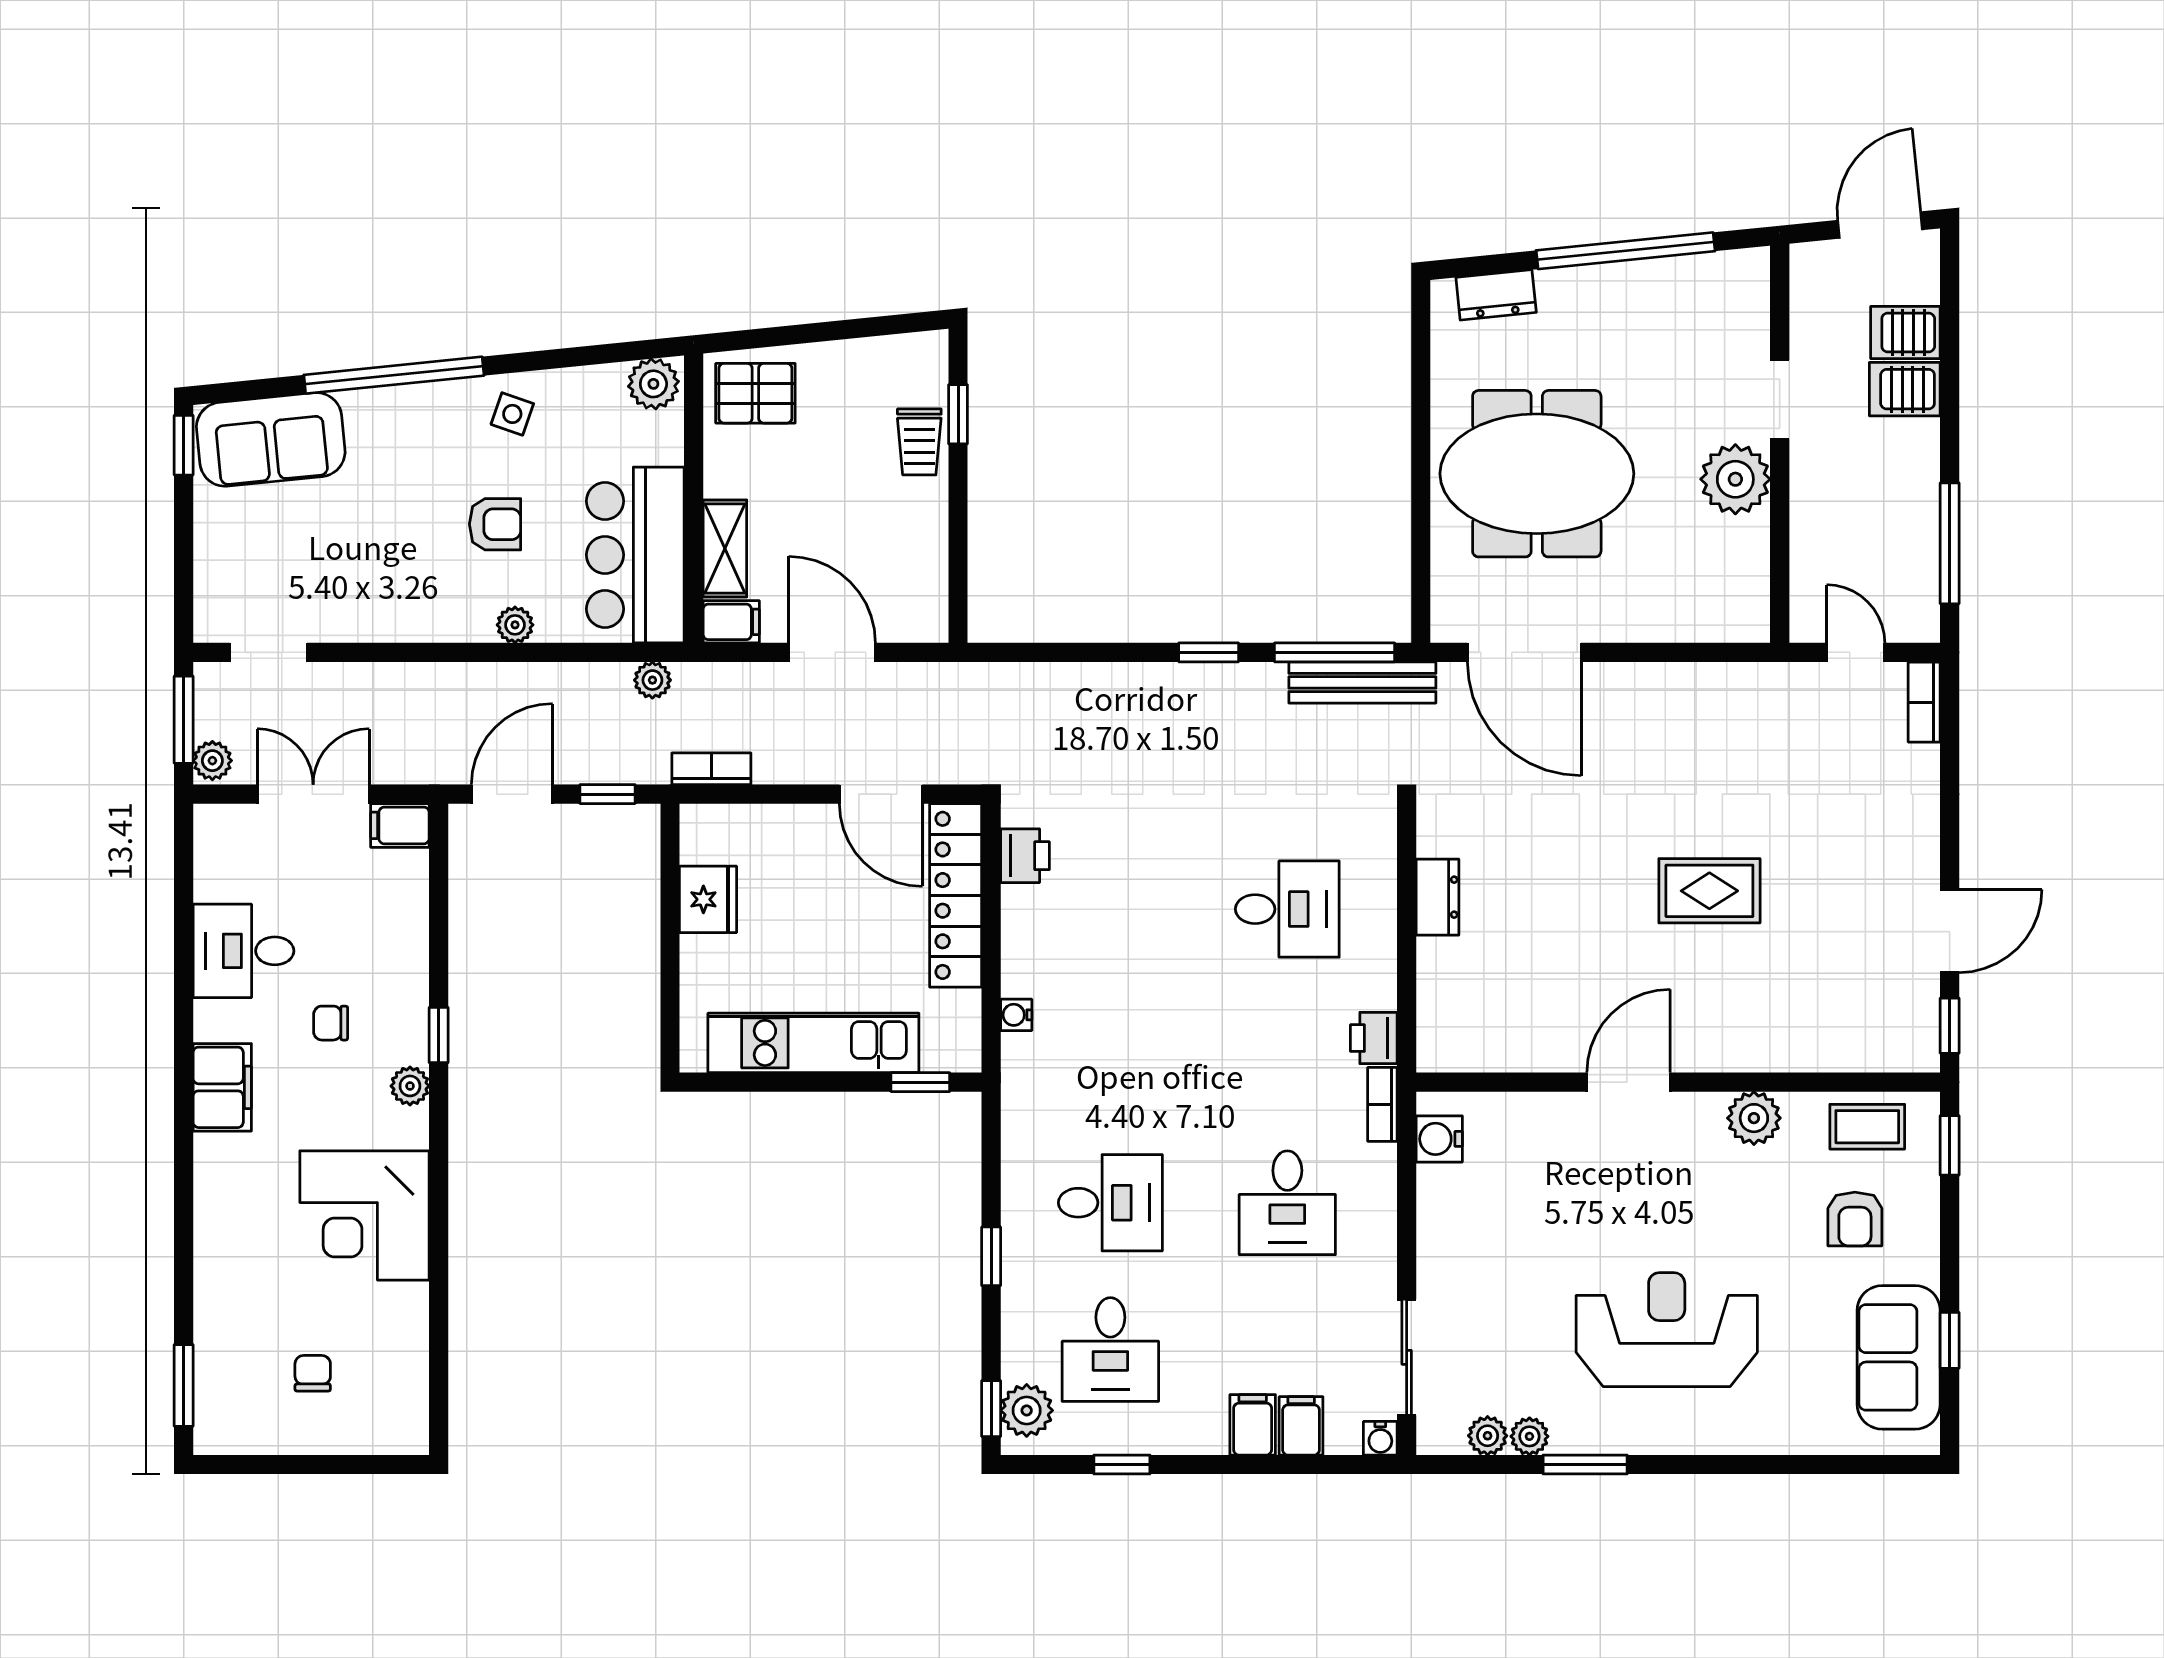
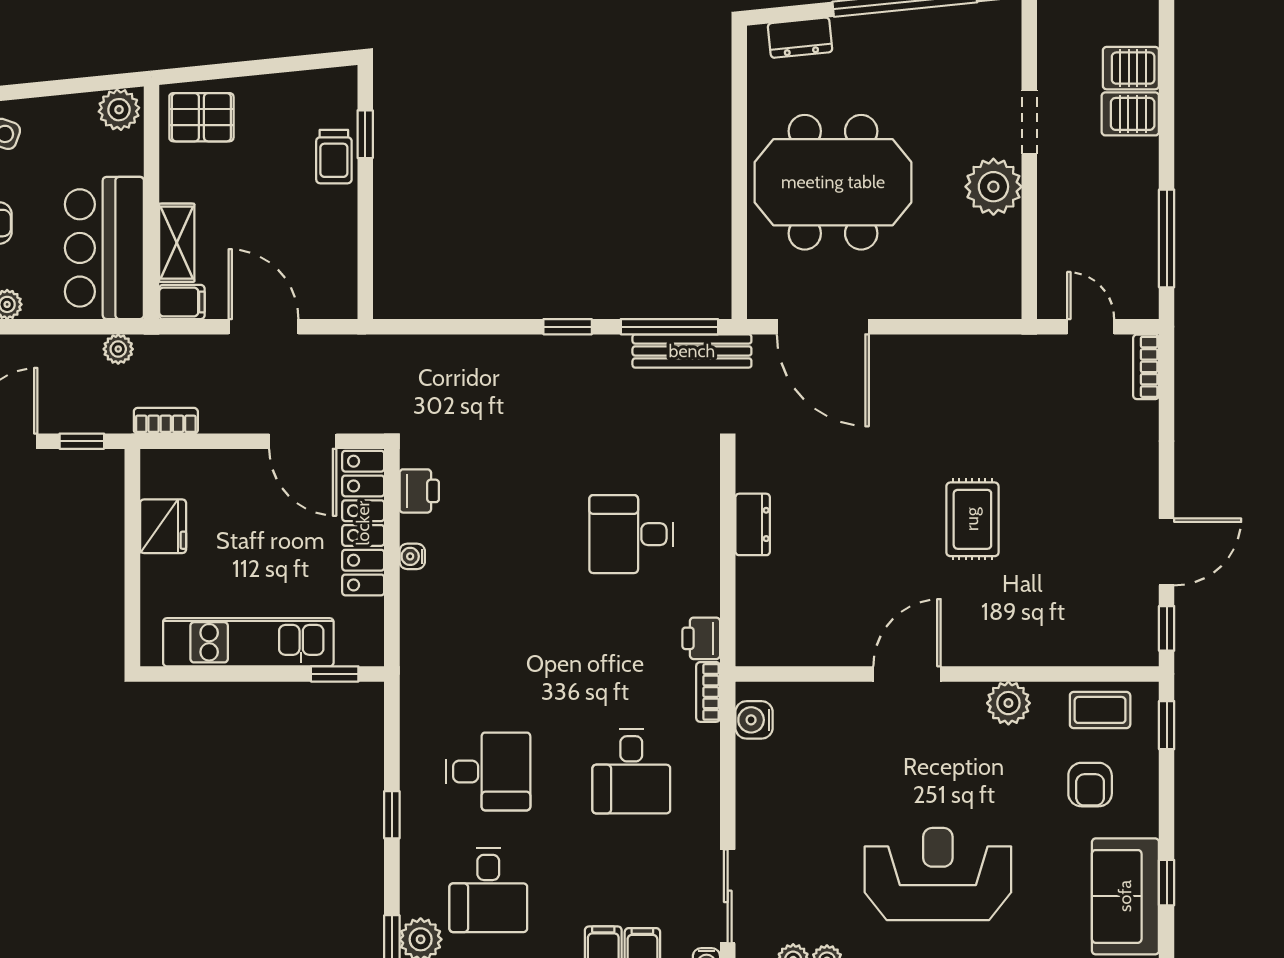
rug: (1709, 891) -> (972, 519), turned 90
desk: (1287, 909) -> (631, 534), turned 180
water cooler: (1016, 1015) -> (412, 556), moved

